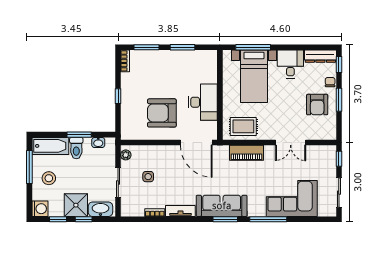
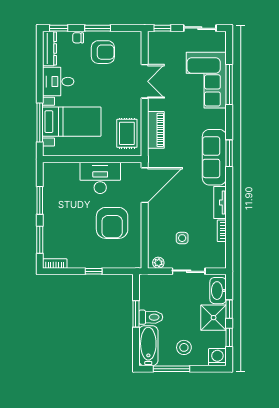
washbasin: (98, 142) -> (145, 293), removed
window: (268, 219) -> (229, 84), moved

